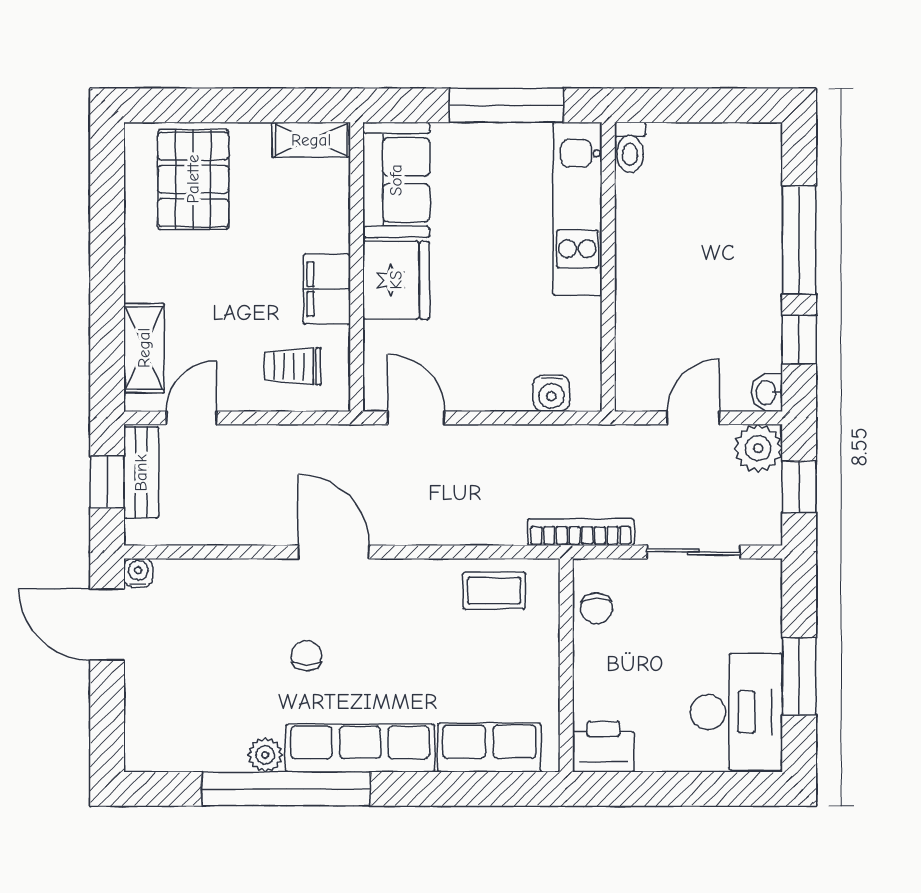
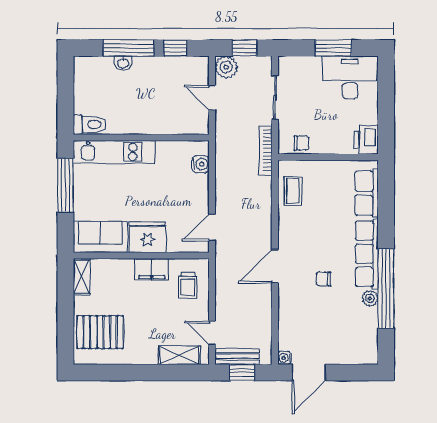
toilet: (630, 147) -> (90, 125), width x1.37, depth x1.39
washbasin: (767, 393) -> (123, 63), moved

